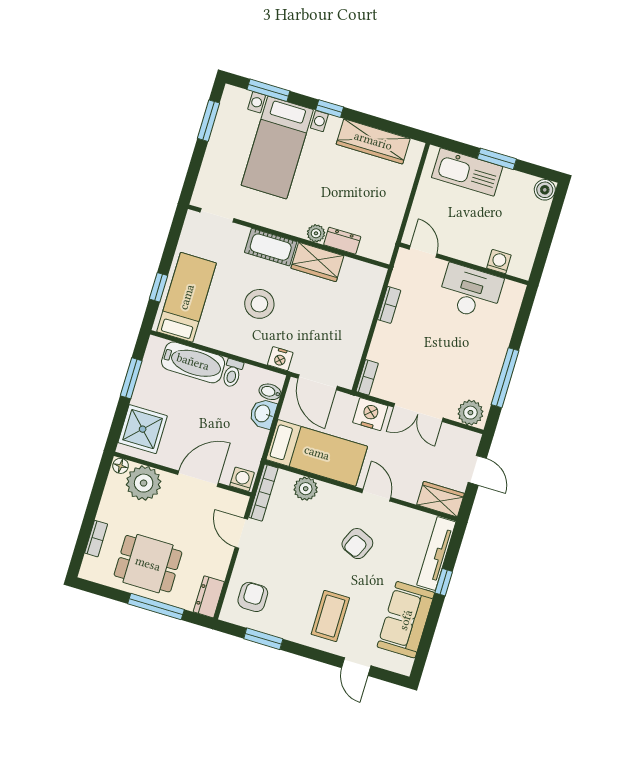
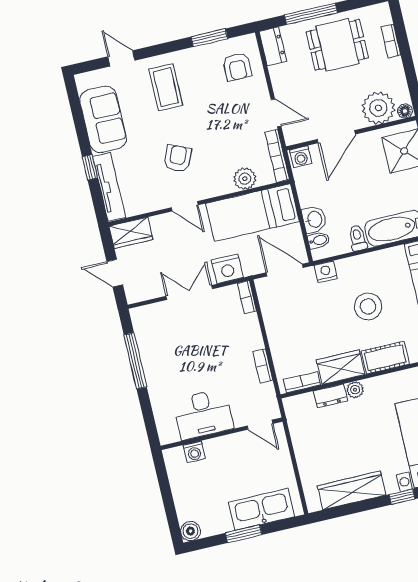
bookcase: (362, 269) -> (302, 382), added
plant: (470, 413) -> (147, 317), removed

